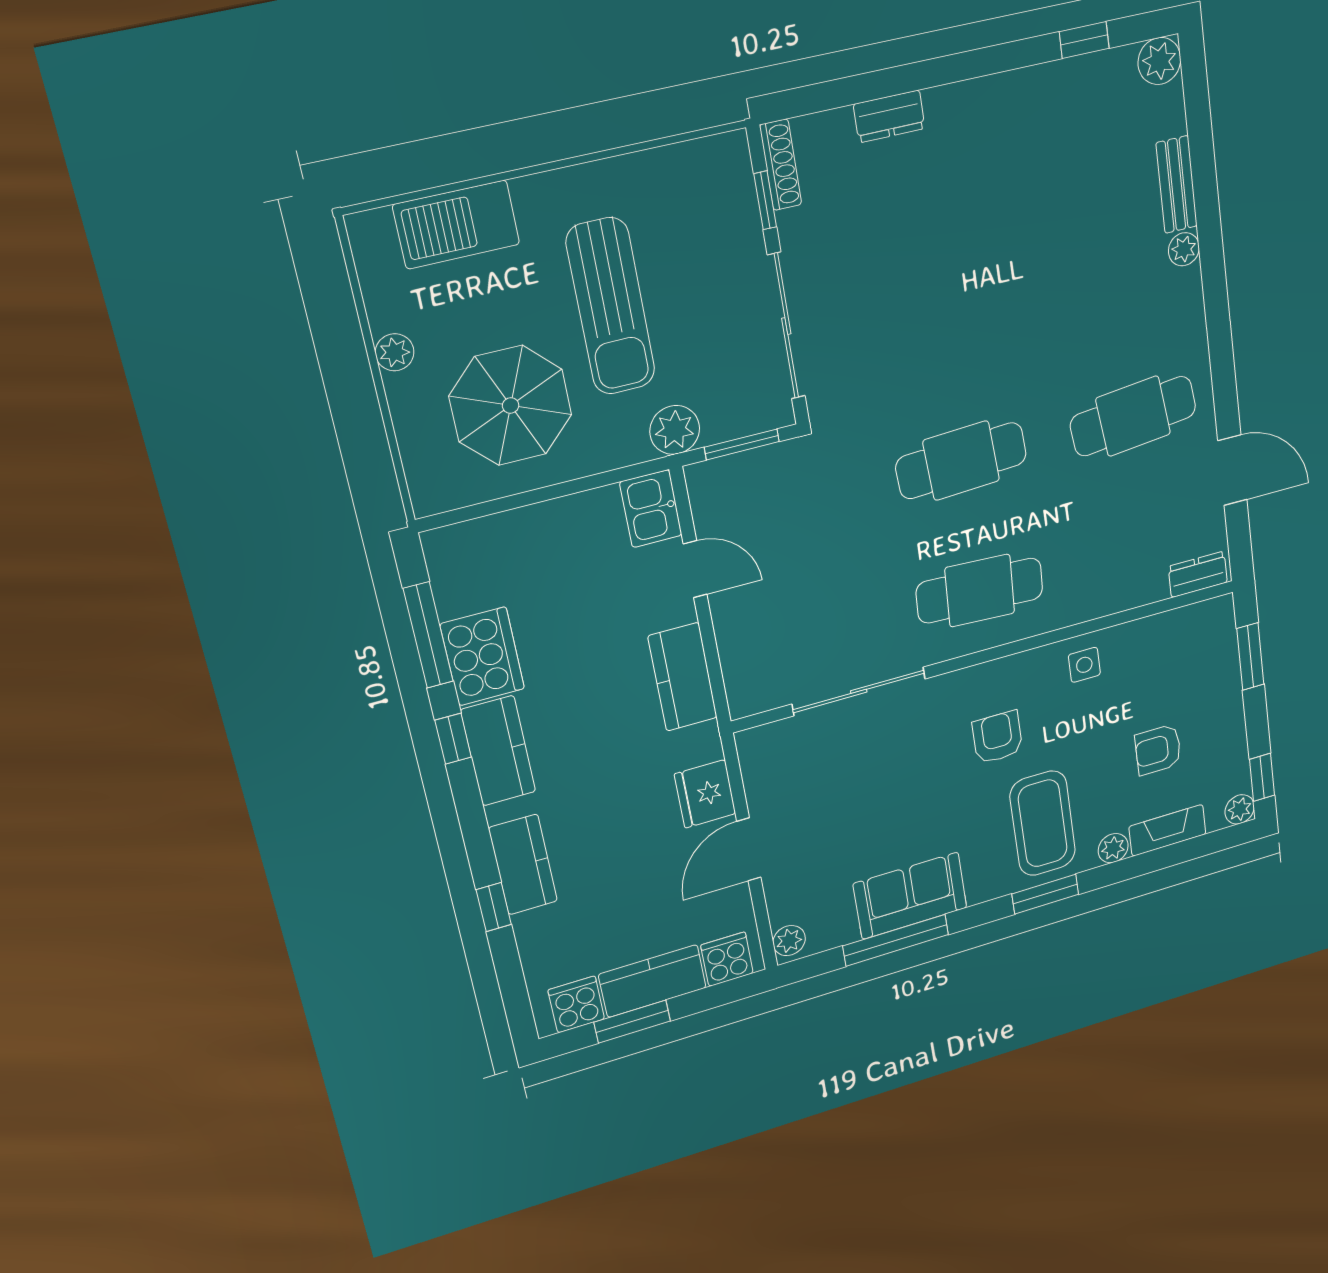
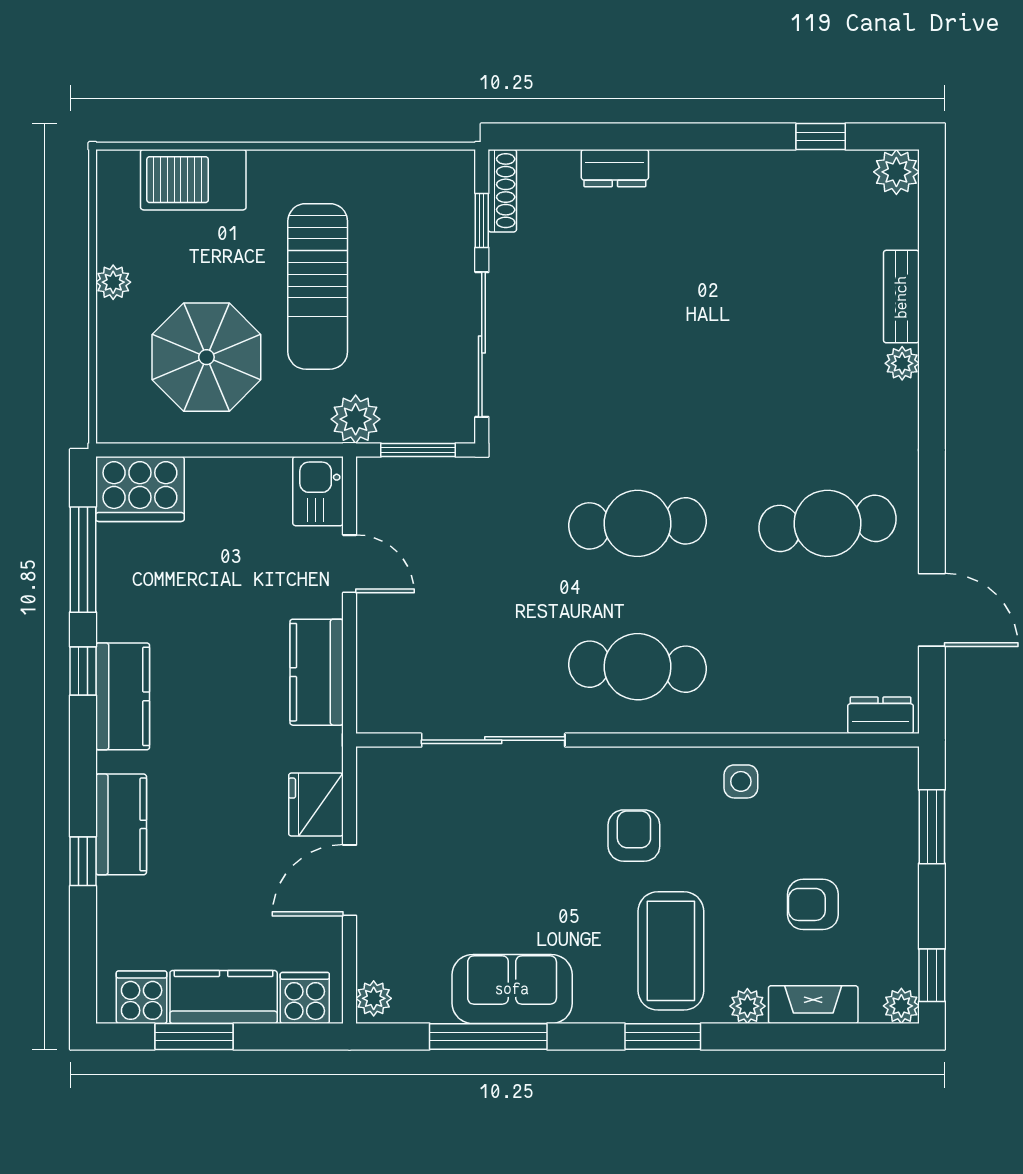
cooker: (482, 656) -> (140, 489), moved, turned 90

